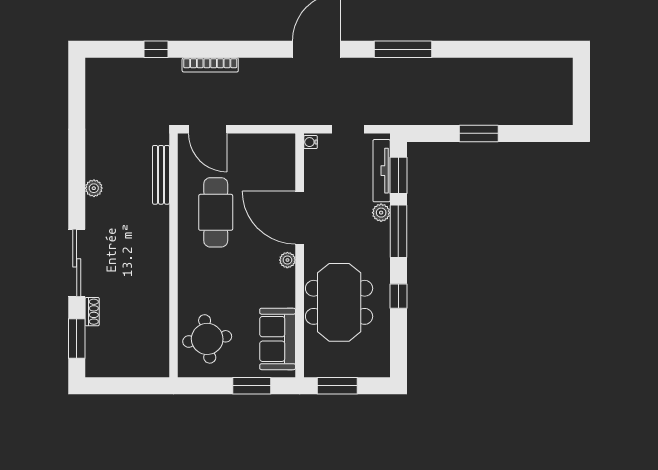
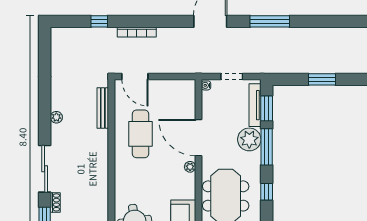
plant: (381, 213) -> (249, 139), width x1.88, depth x1.88

